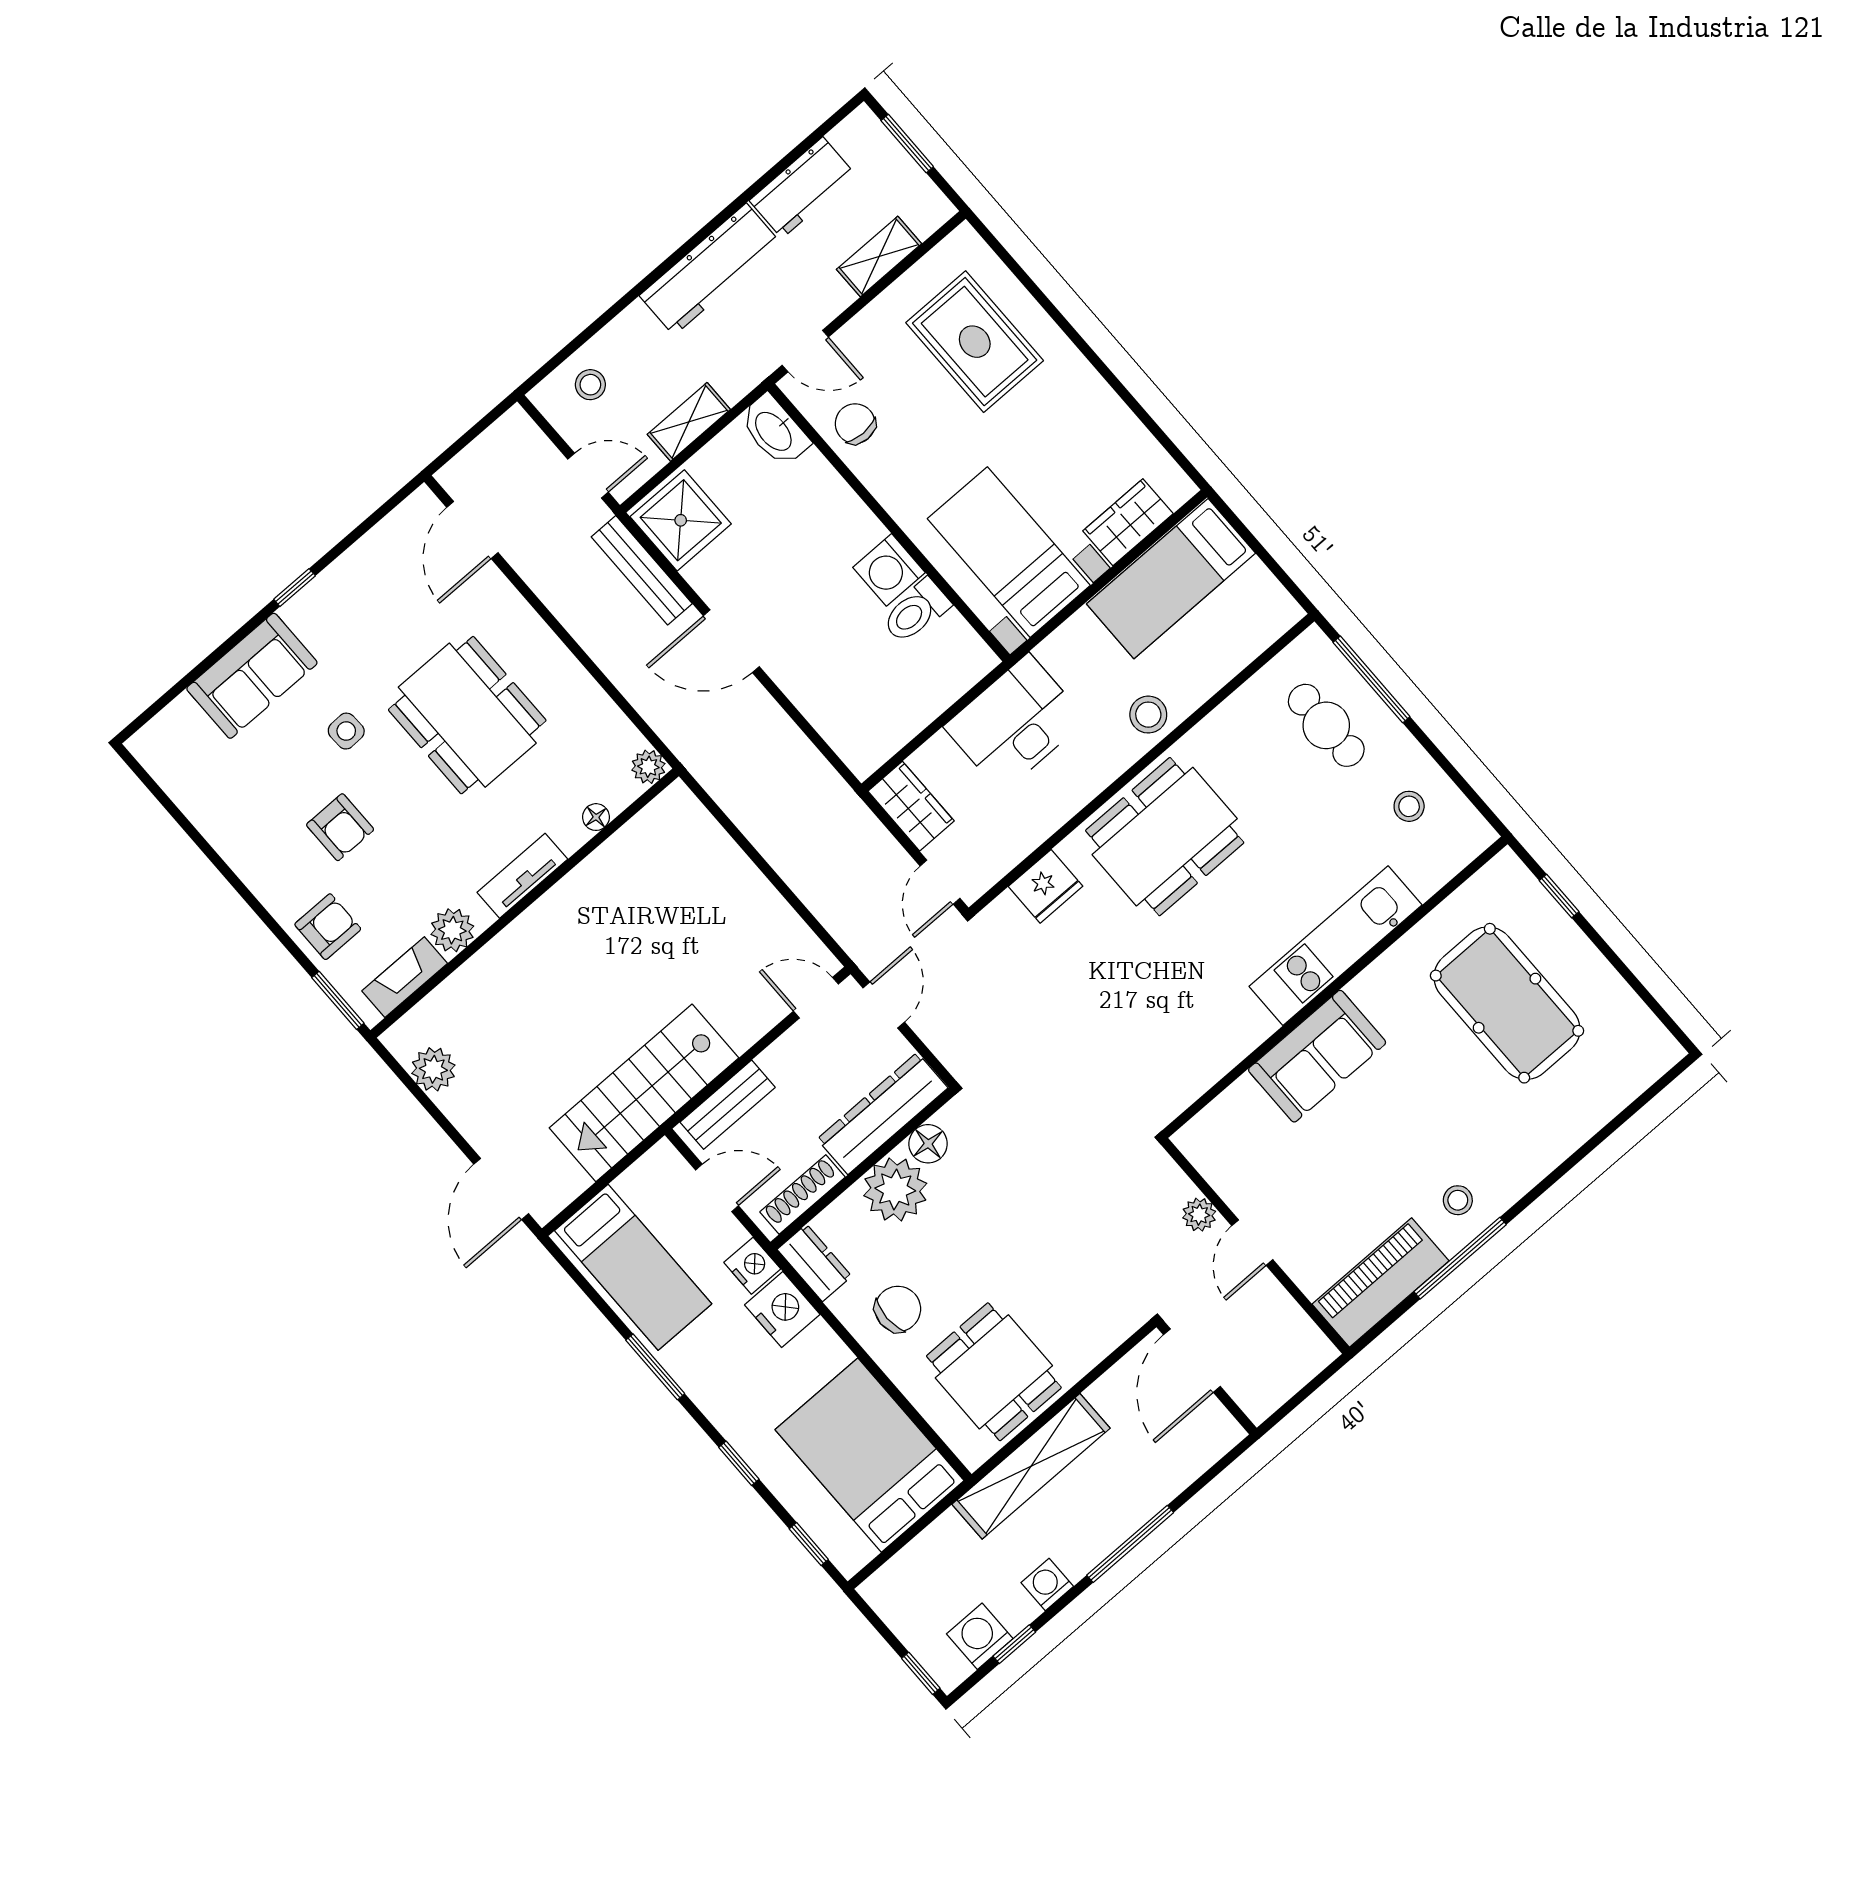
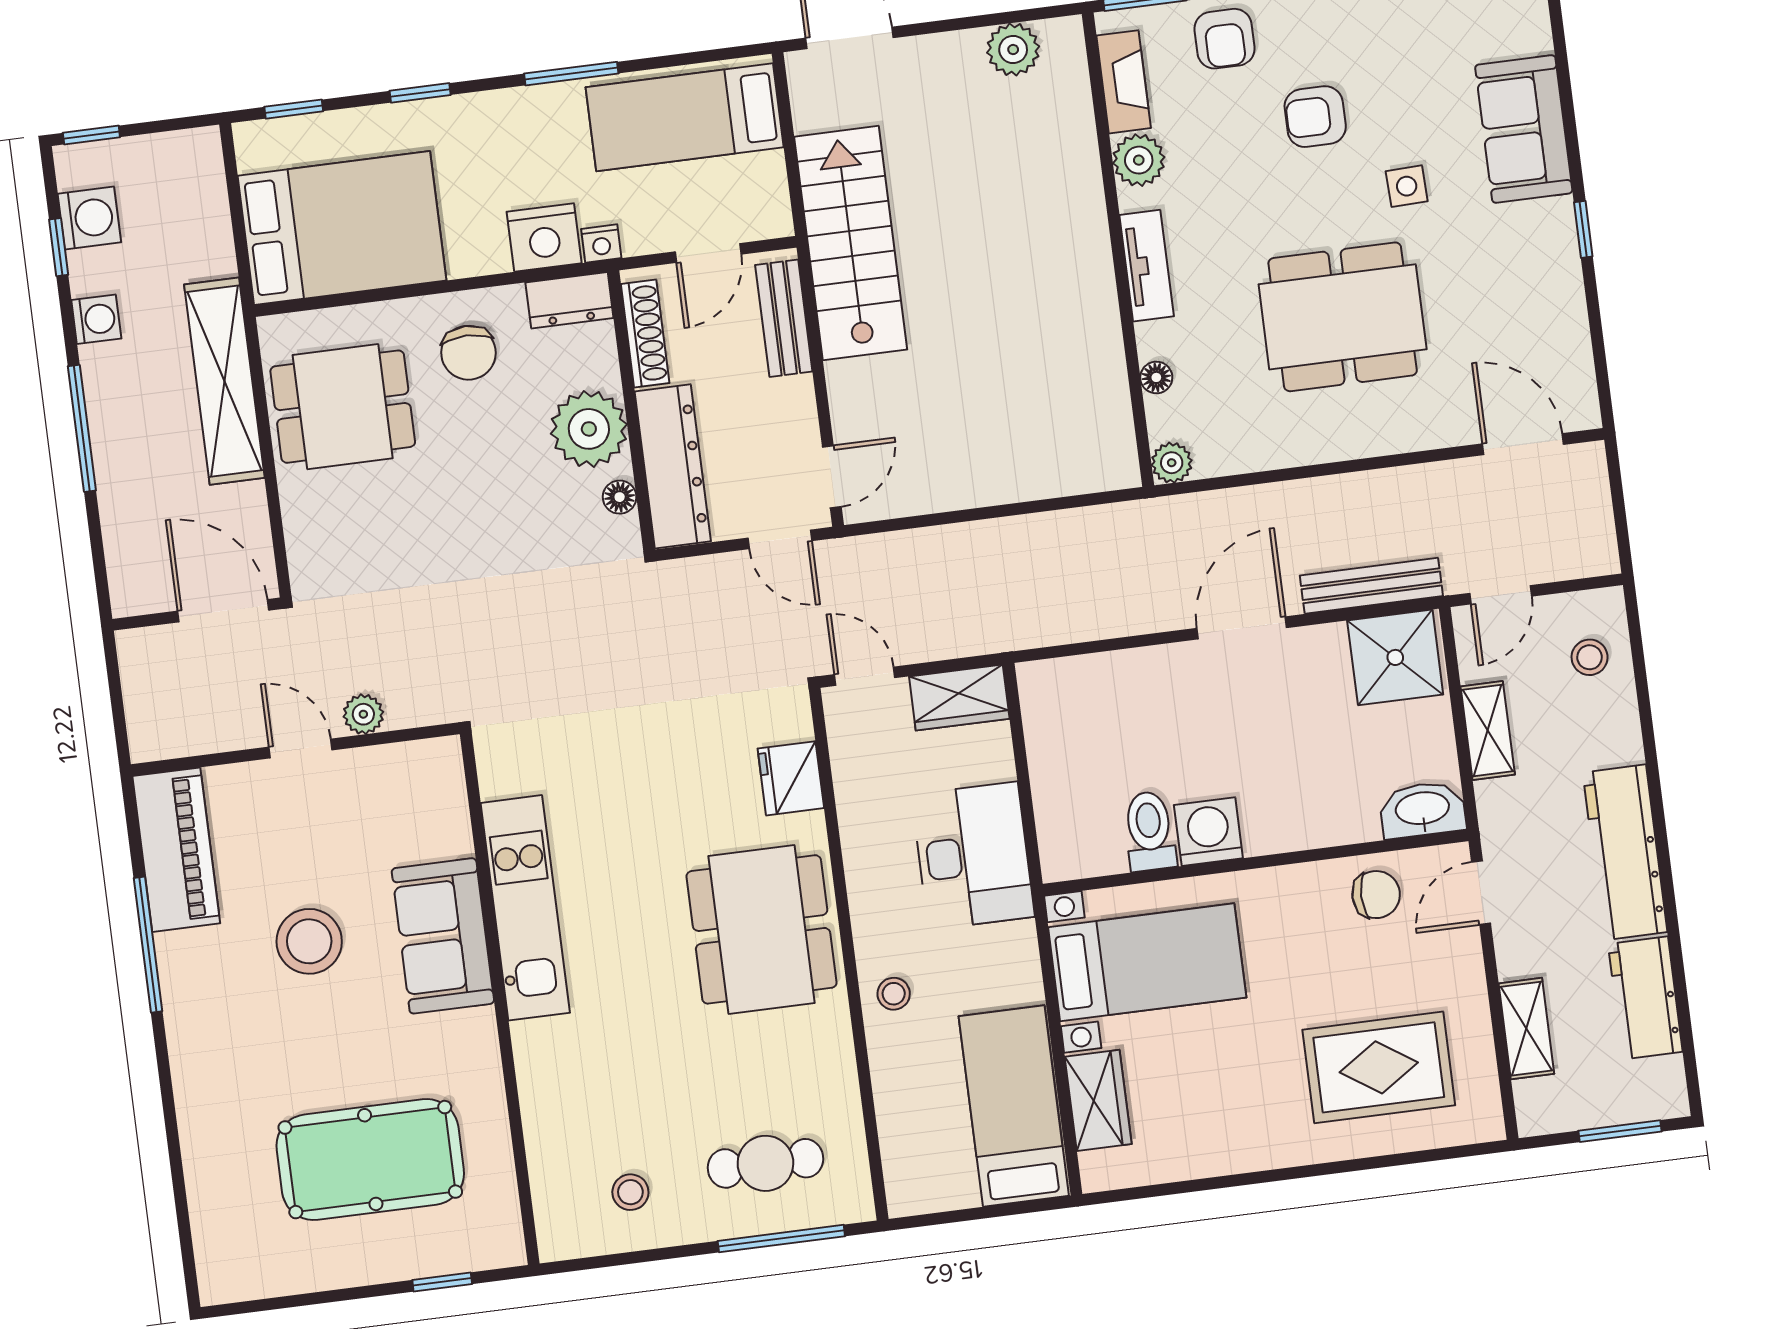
stool: (1148, 715) -> (894, 994), width x0.73, depth x0.73
kitchen unit: (1336, 946) -> (525, 908), moved
floor lamp: (928, 1144) -> (620, 497), width x0.73, depth x0.73
stool: (1458, 1200) -> (309, 941), moved, width x1.89, depth x1.89
nightstand: (752, 1266) -> (601, 243), width x0.72, depth x0.74

